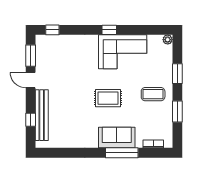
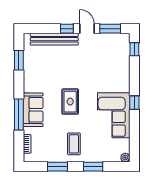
door: (31, 80) -> (87, 29), hinge flipped
window: (31, 120) -> (67, 29), moved
window: (64, 153) -> (19, 60), added

